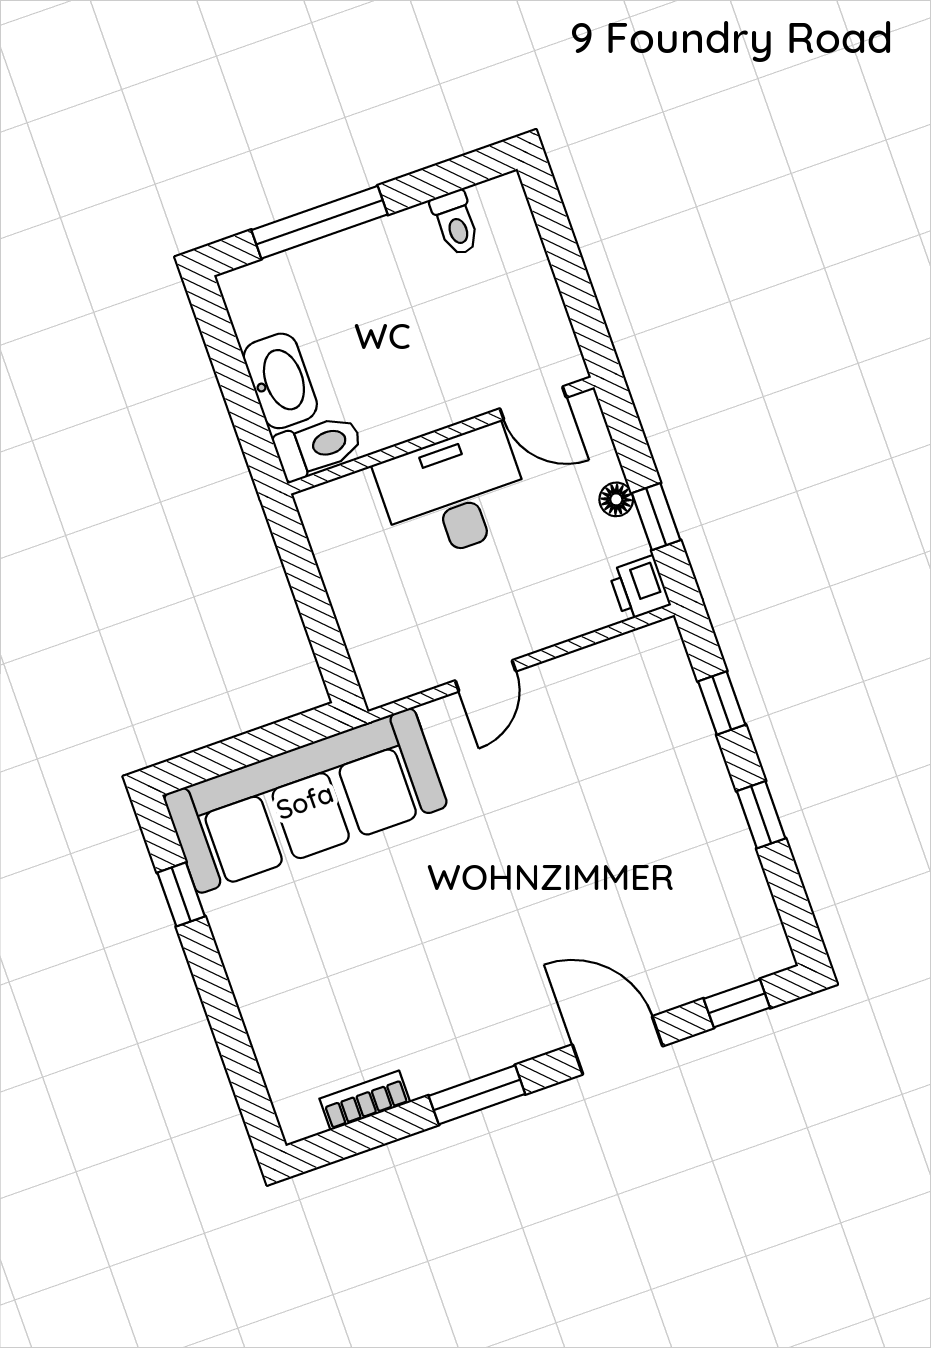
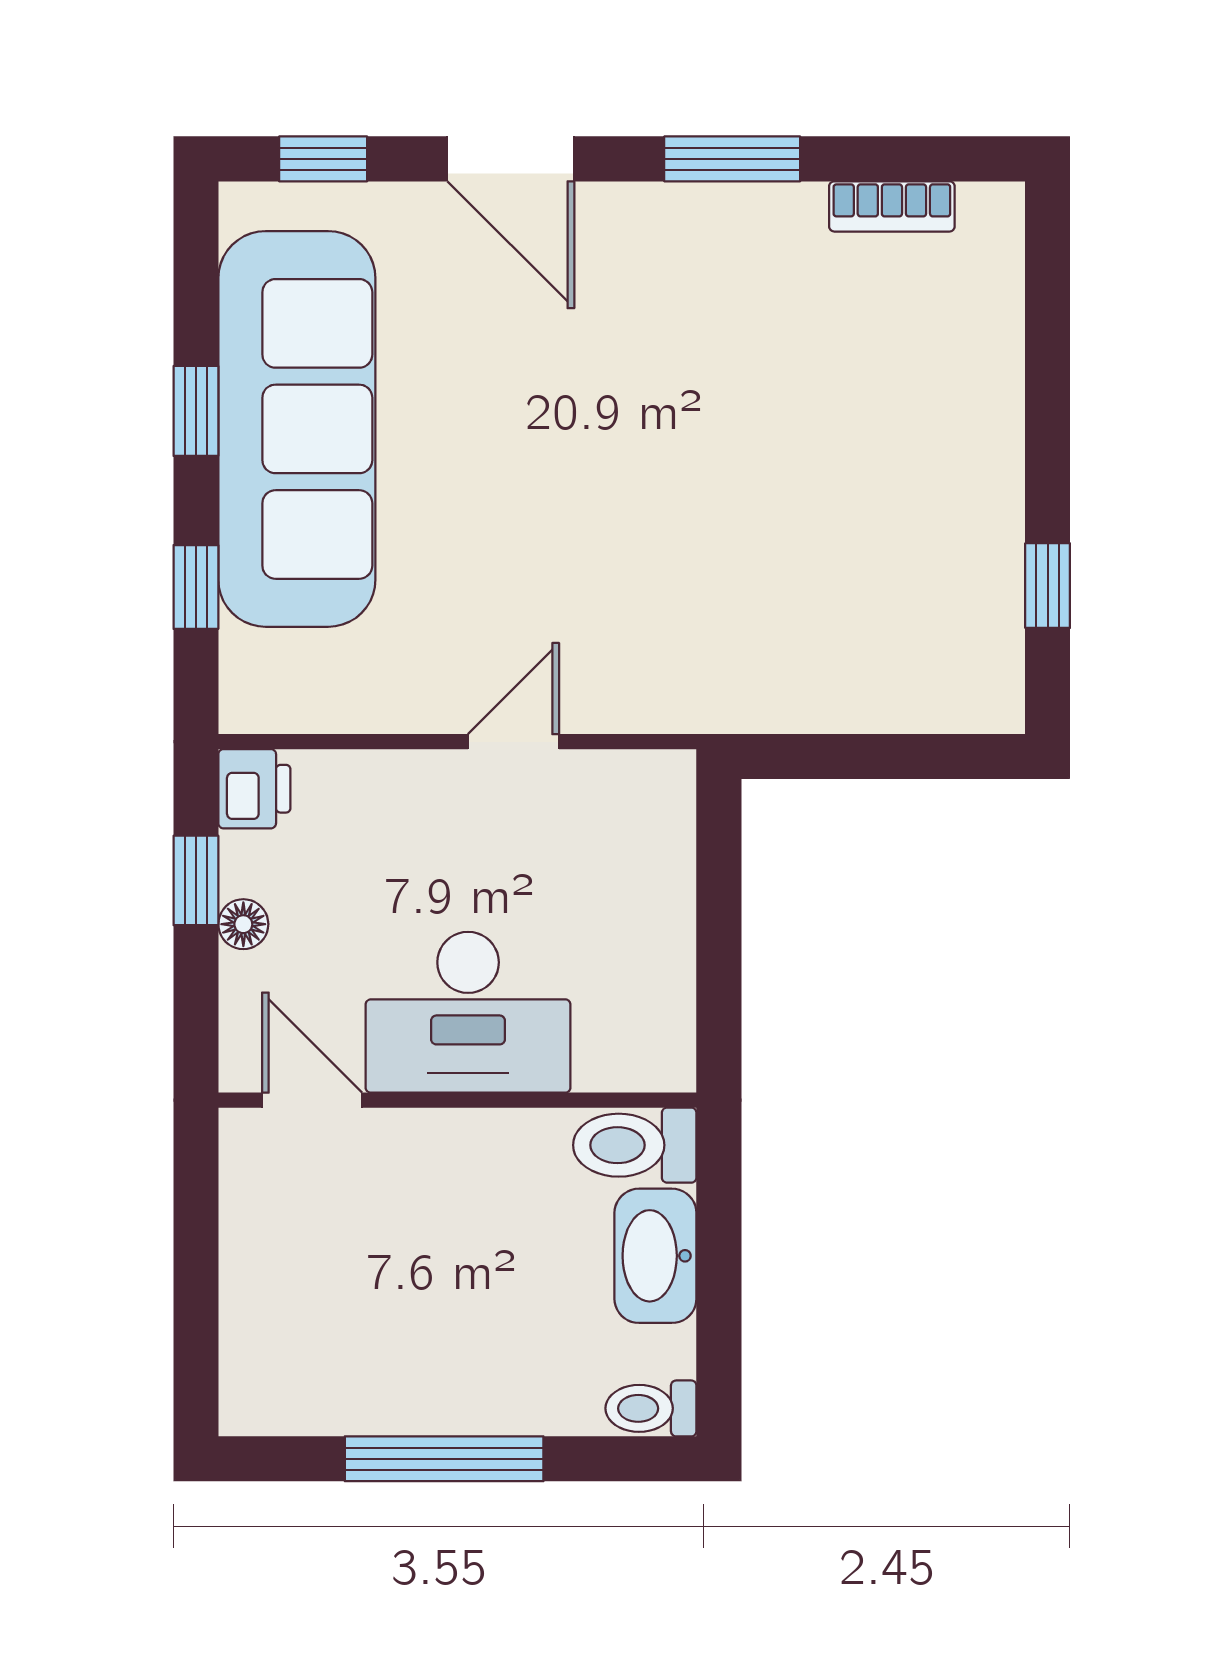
window: (319, 222) -> (444, 1459), moved
toilet: (456, 223) -> (651, 1408), moved, turned -90
sofa: (305, 801) -> (297, 429), moved, turned 90

